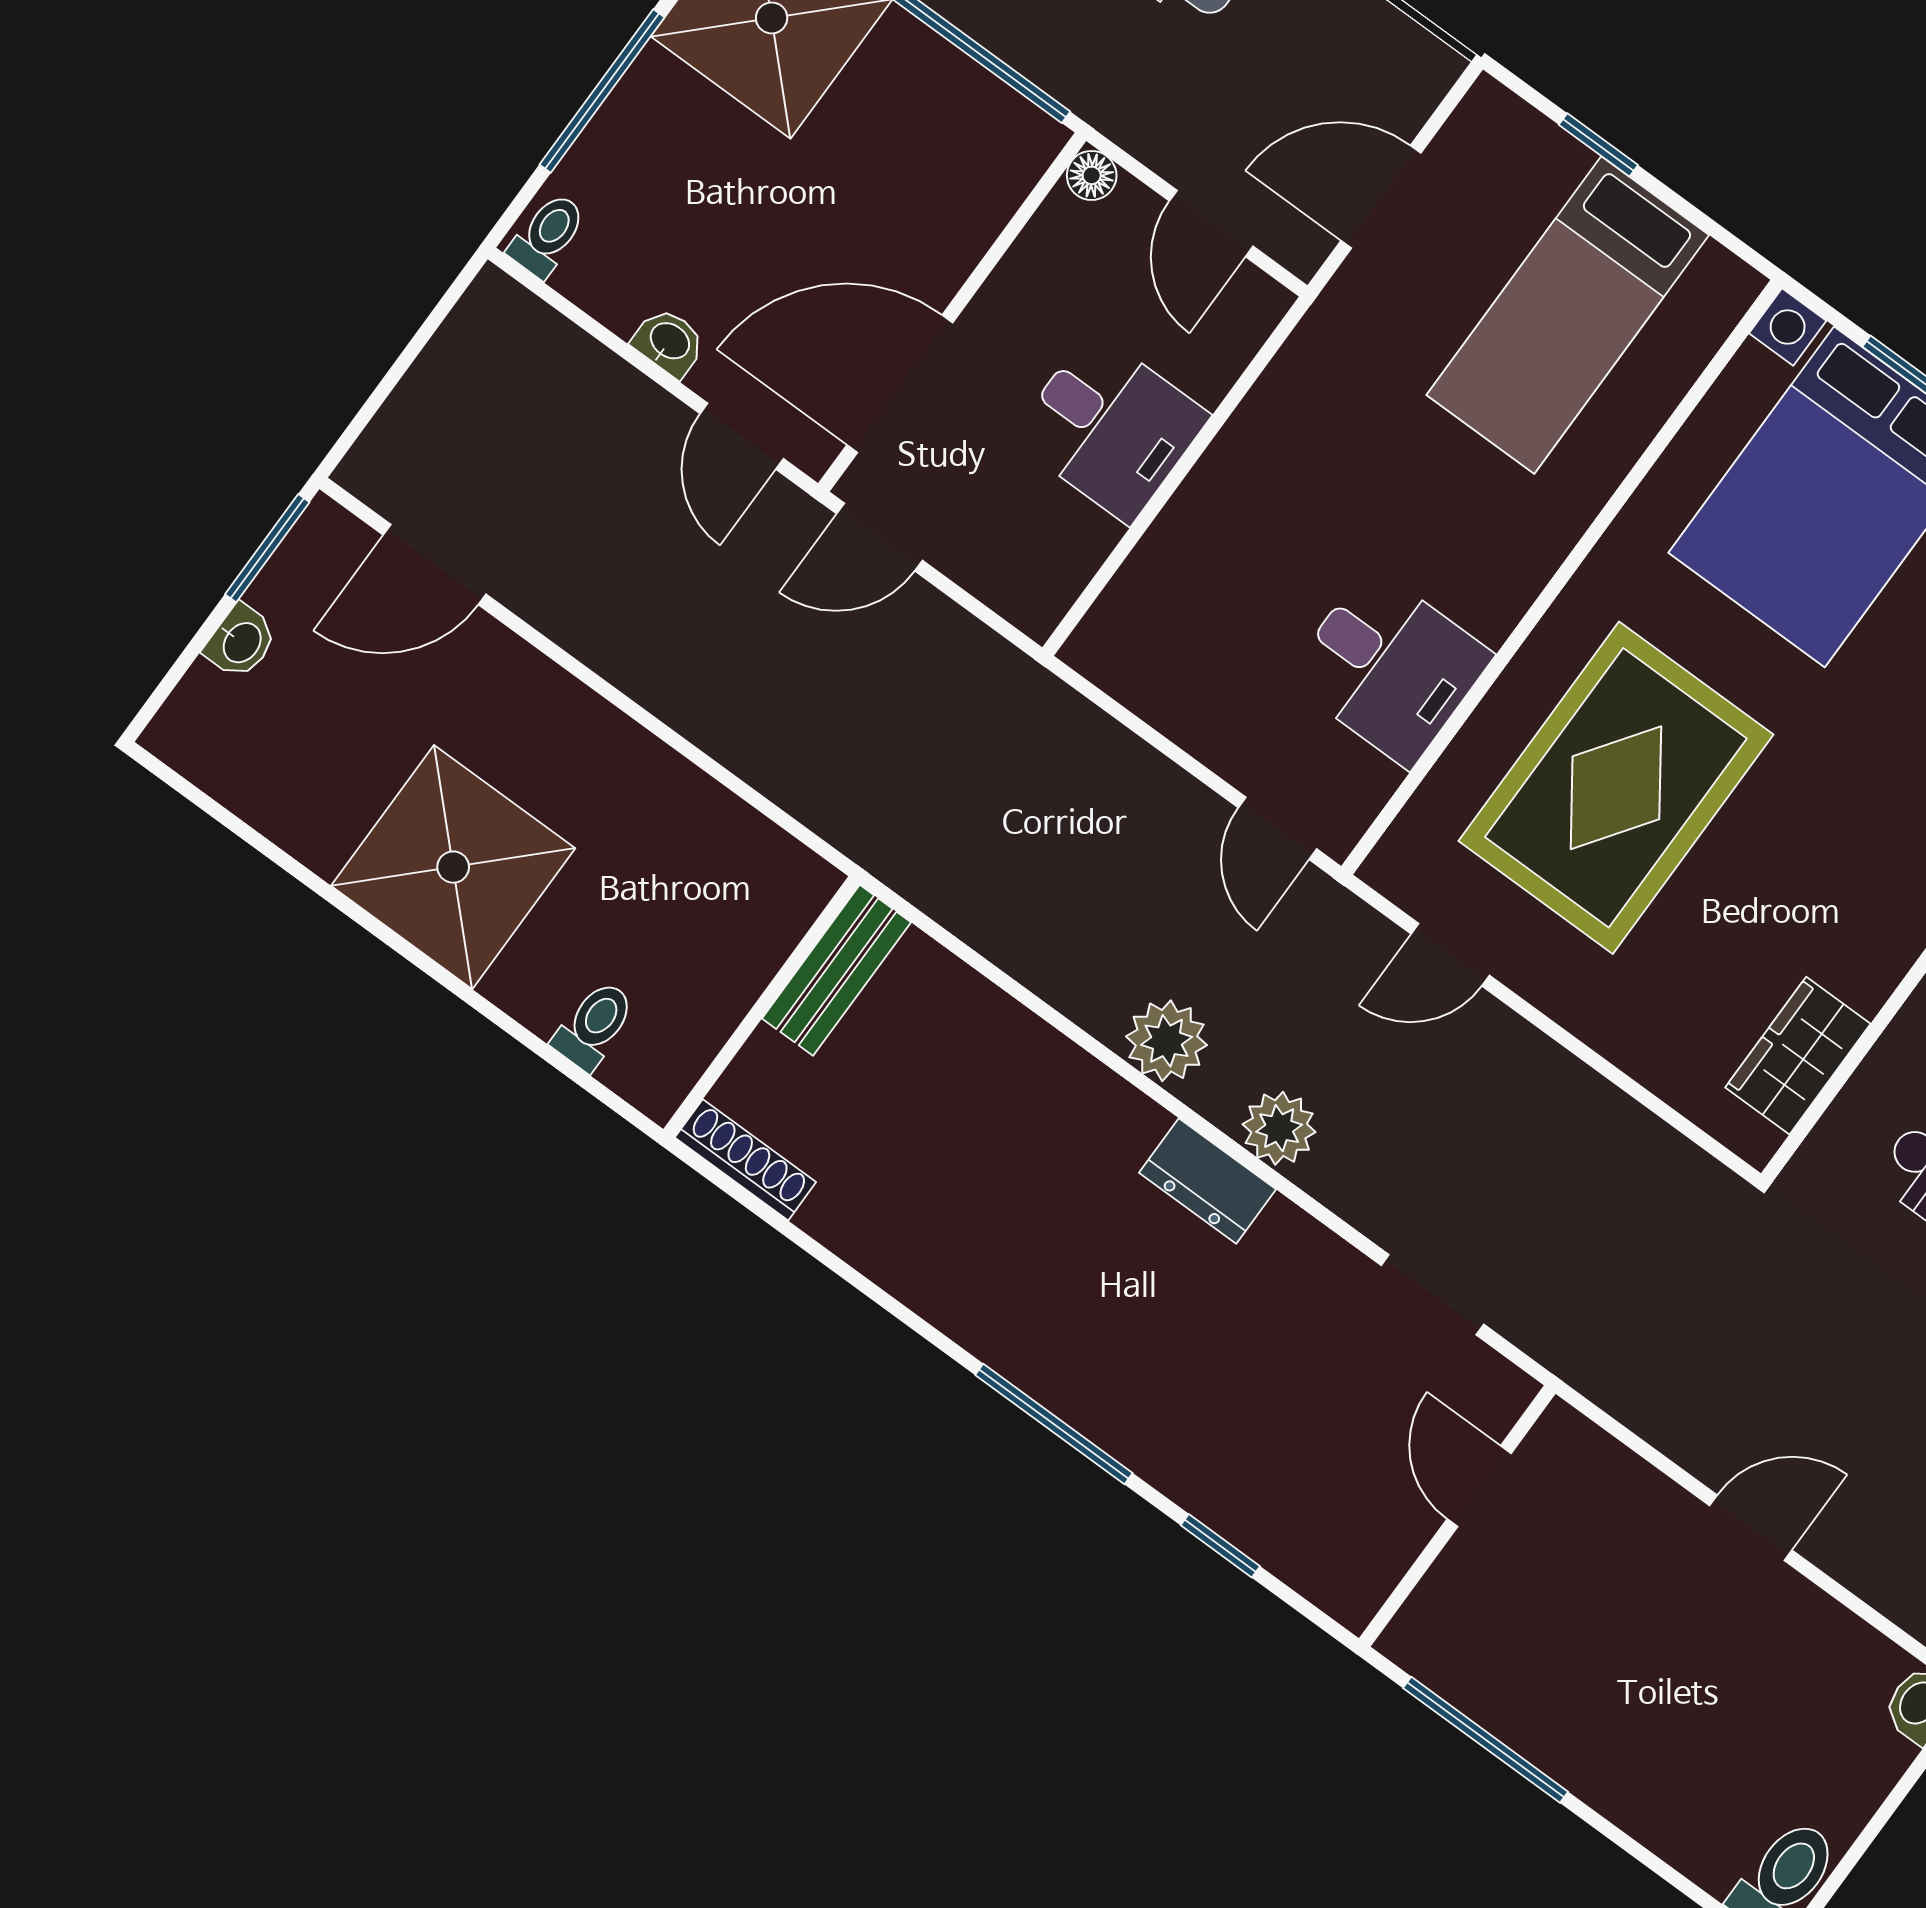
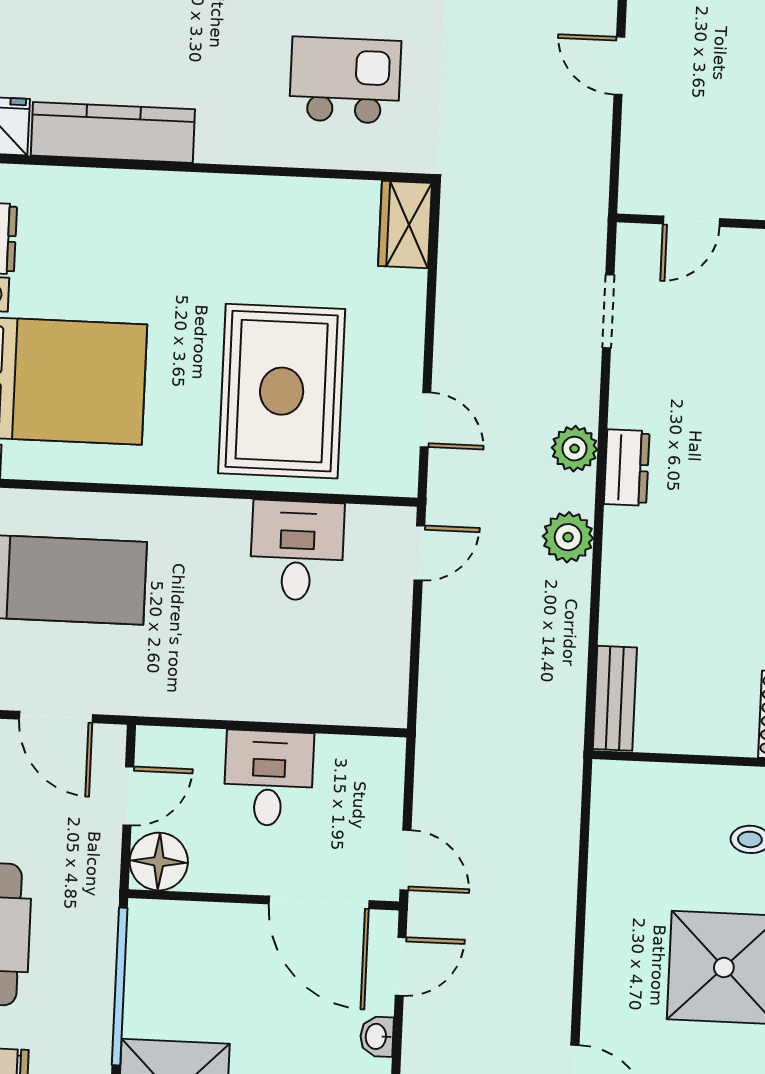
floor lamp: (1092, 175) -> (159, 862), width x1.89, depth x1.89
rug: (1616, 788) -> (282, 391), turned 90
bench: (836, 970) -> (615, 698), moved, turned 90
wardrobe: (1798, 1056) -> (405, 224), moved, turned 90

